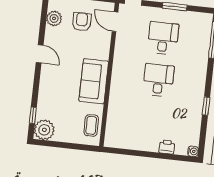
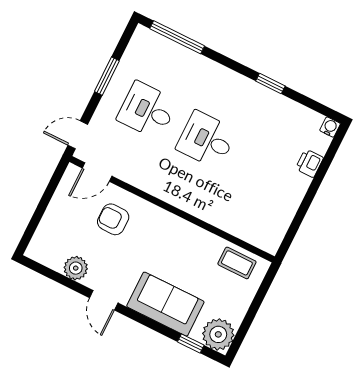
plant: (54, 18) -> (76, 268), moved
armchair: (82, 22) -> (113, 219), moved
door: (40, 54) -> (104, 300), swing flipped
sofa: (94, 81) -> (165, 304), moved, turned 180

